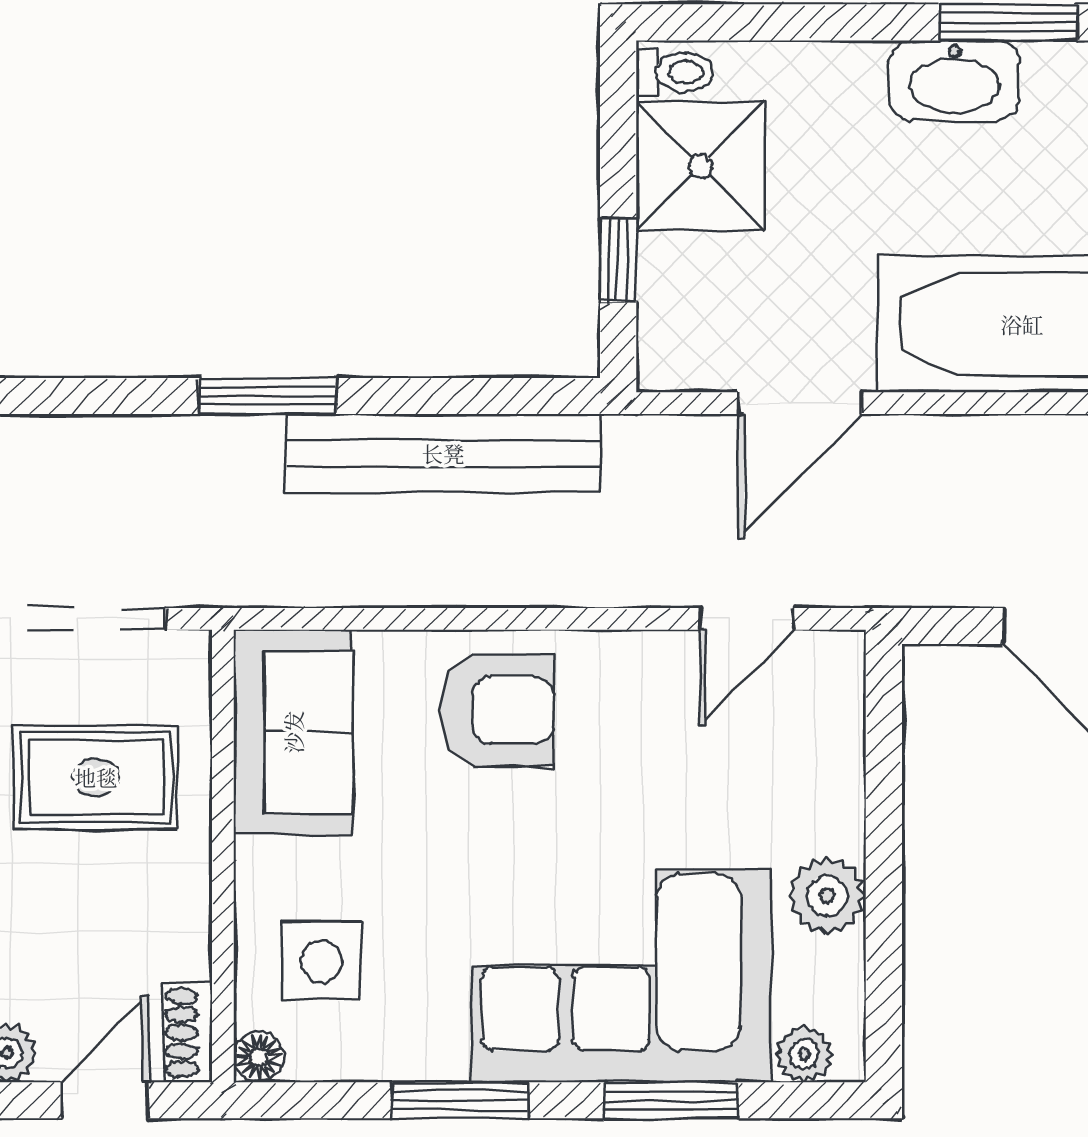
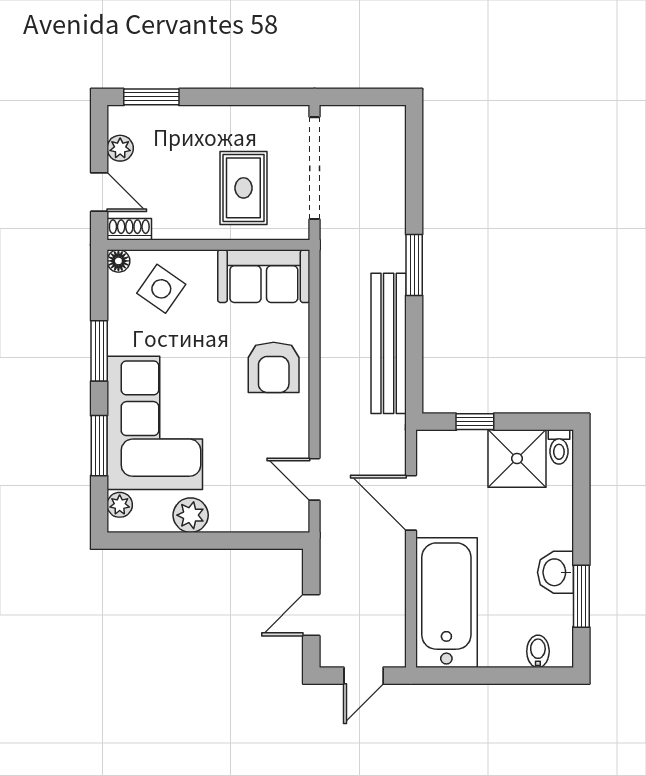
washbasin: (955, 80) -> (555, 572), width x0.72
side table: (321, 961) -> (161, 289), turned 35

